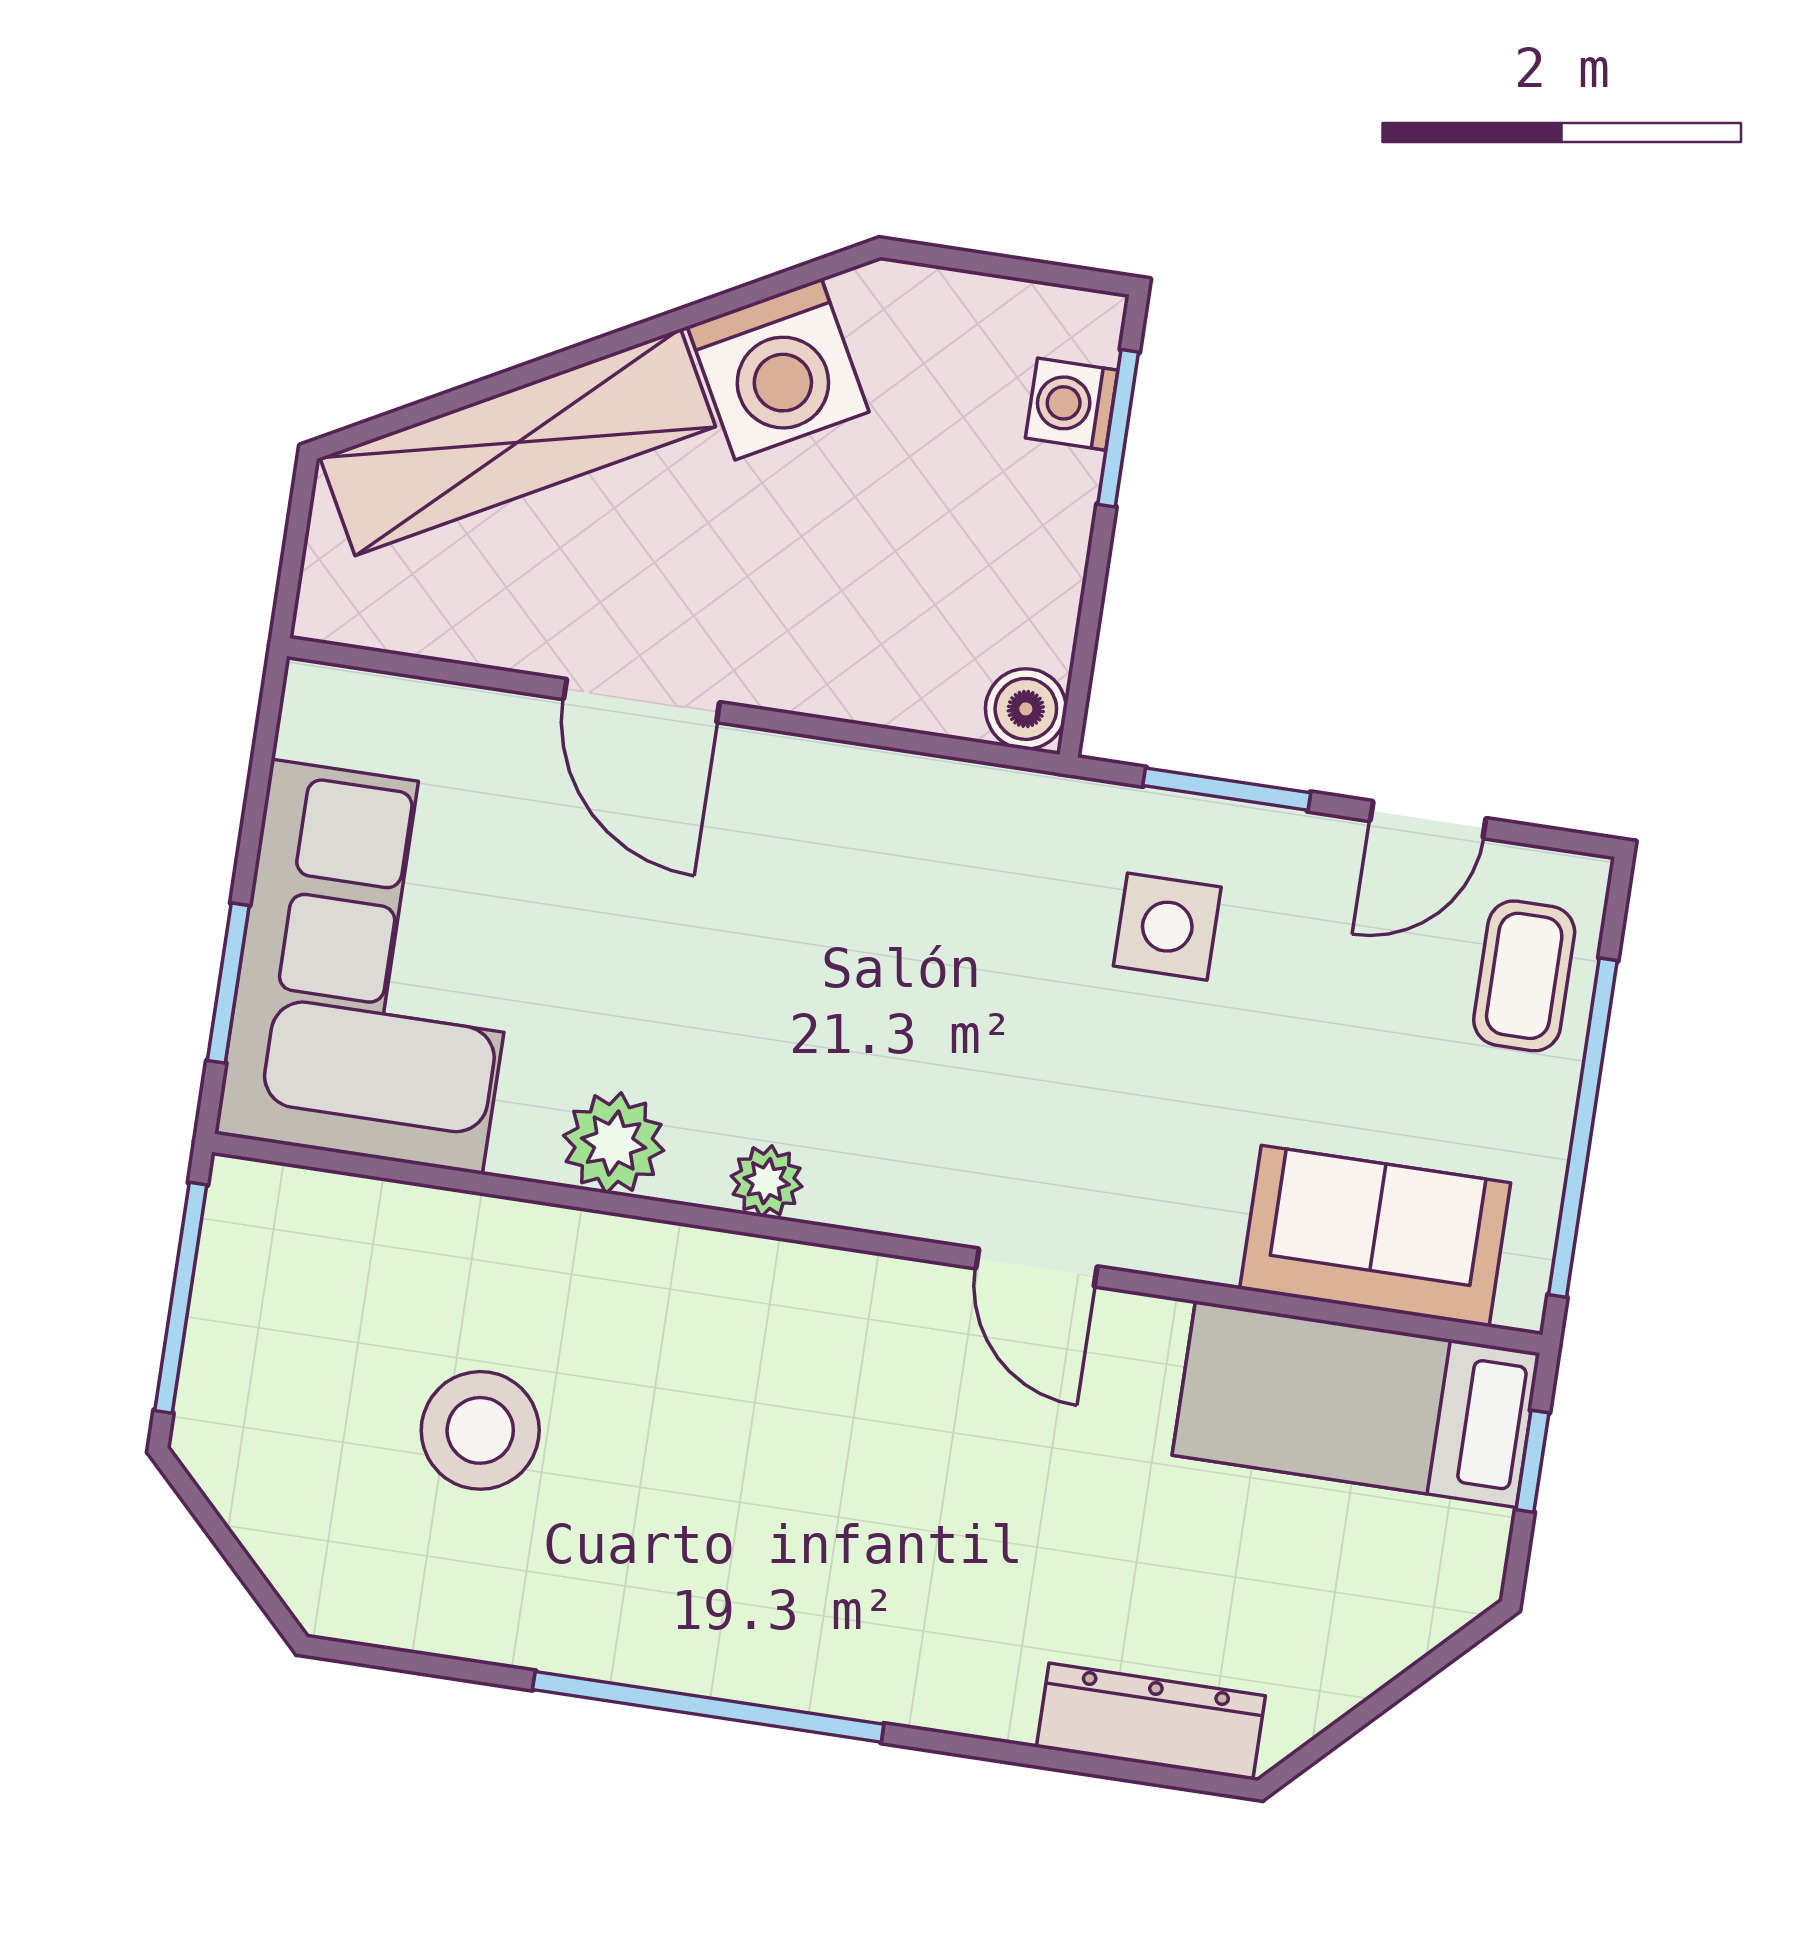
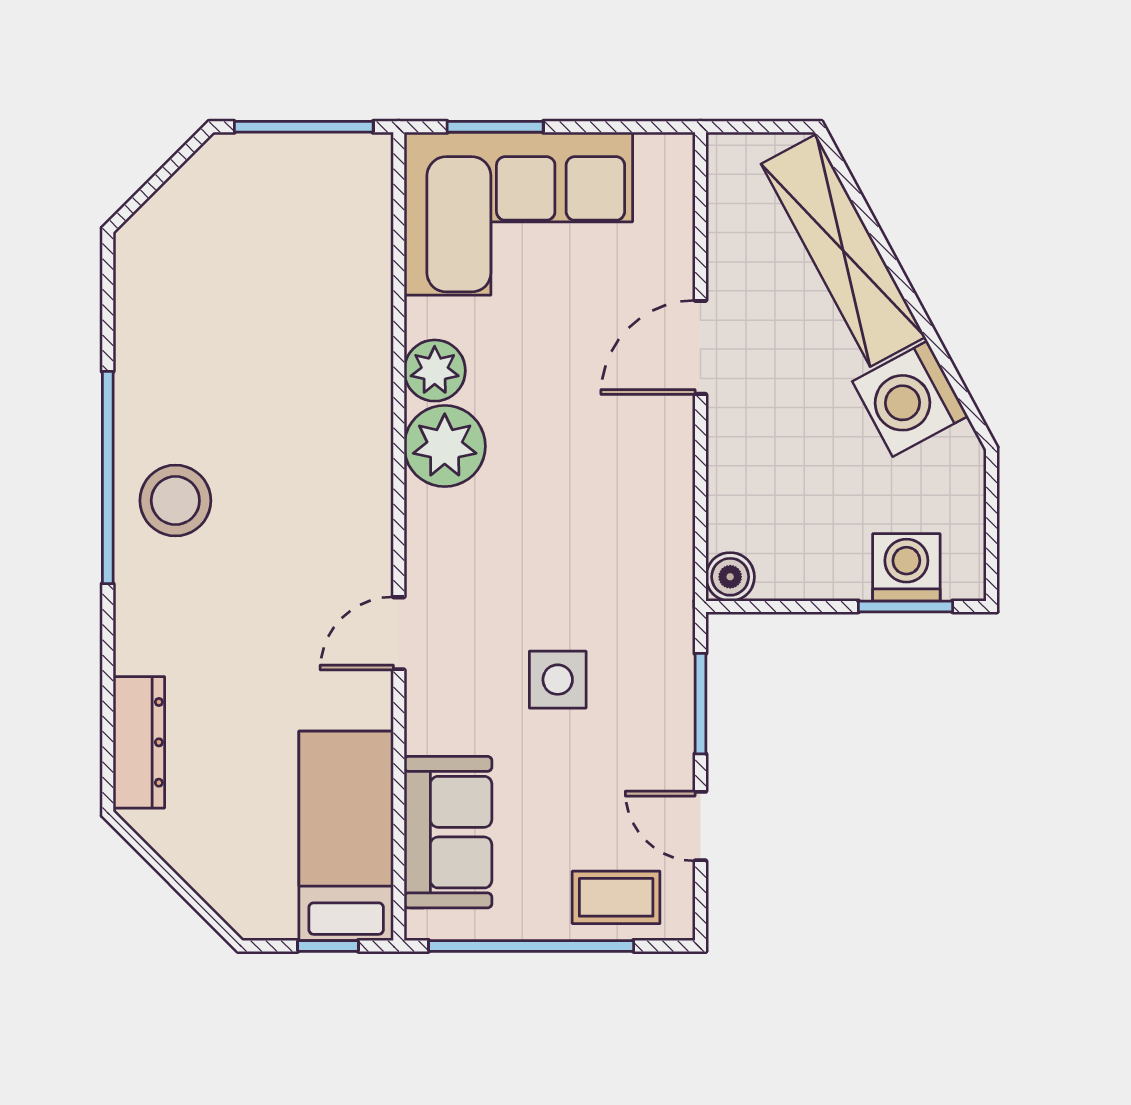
washing machine: (1072, 404) -> (906, 567), width x1.38, depth x1.38
side table: (1167, 927) -> (558, 680), moved
plant: (767, 1181) -> (445, 446), width x1.88, depth x1.88
stool: (480, 1430) -> (175, 501), moved

